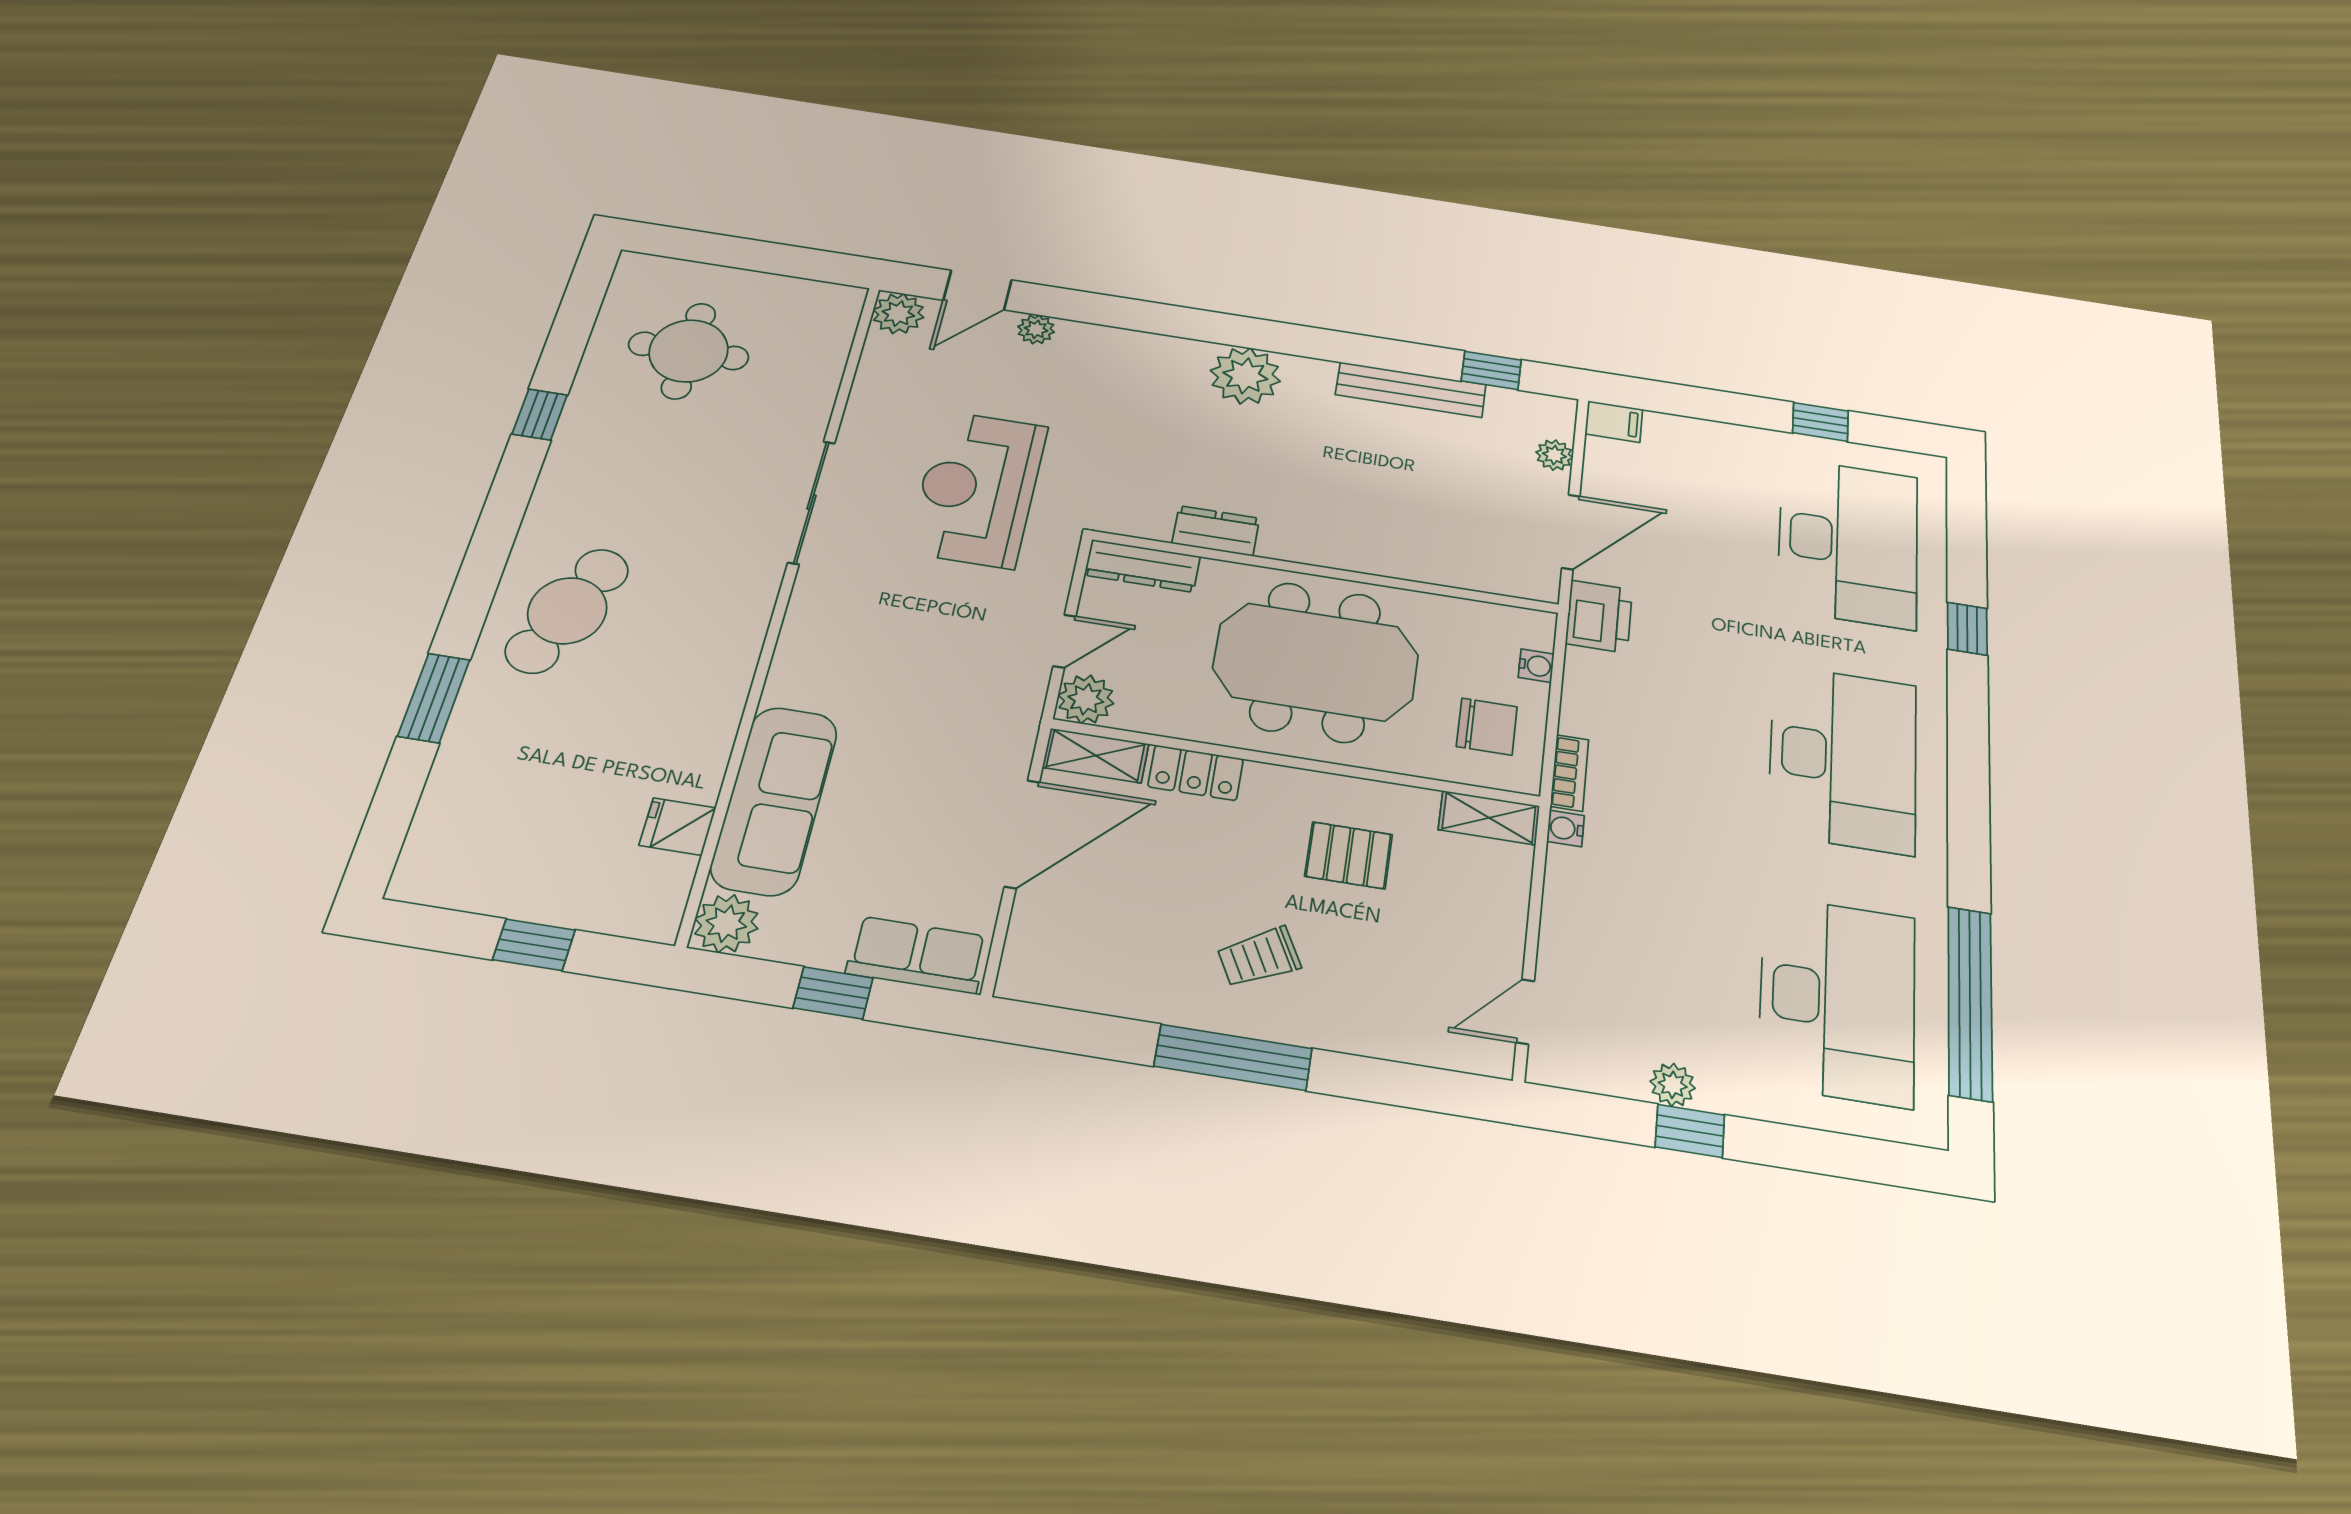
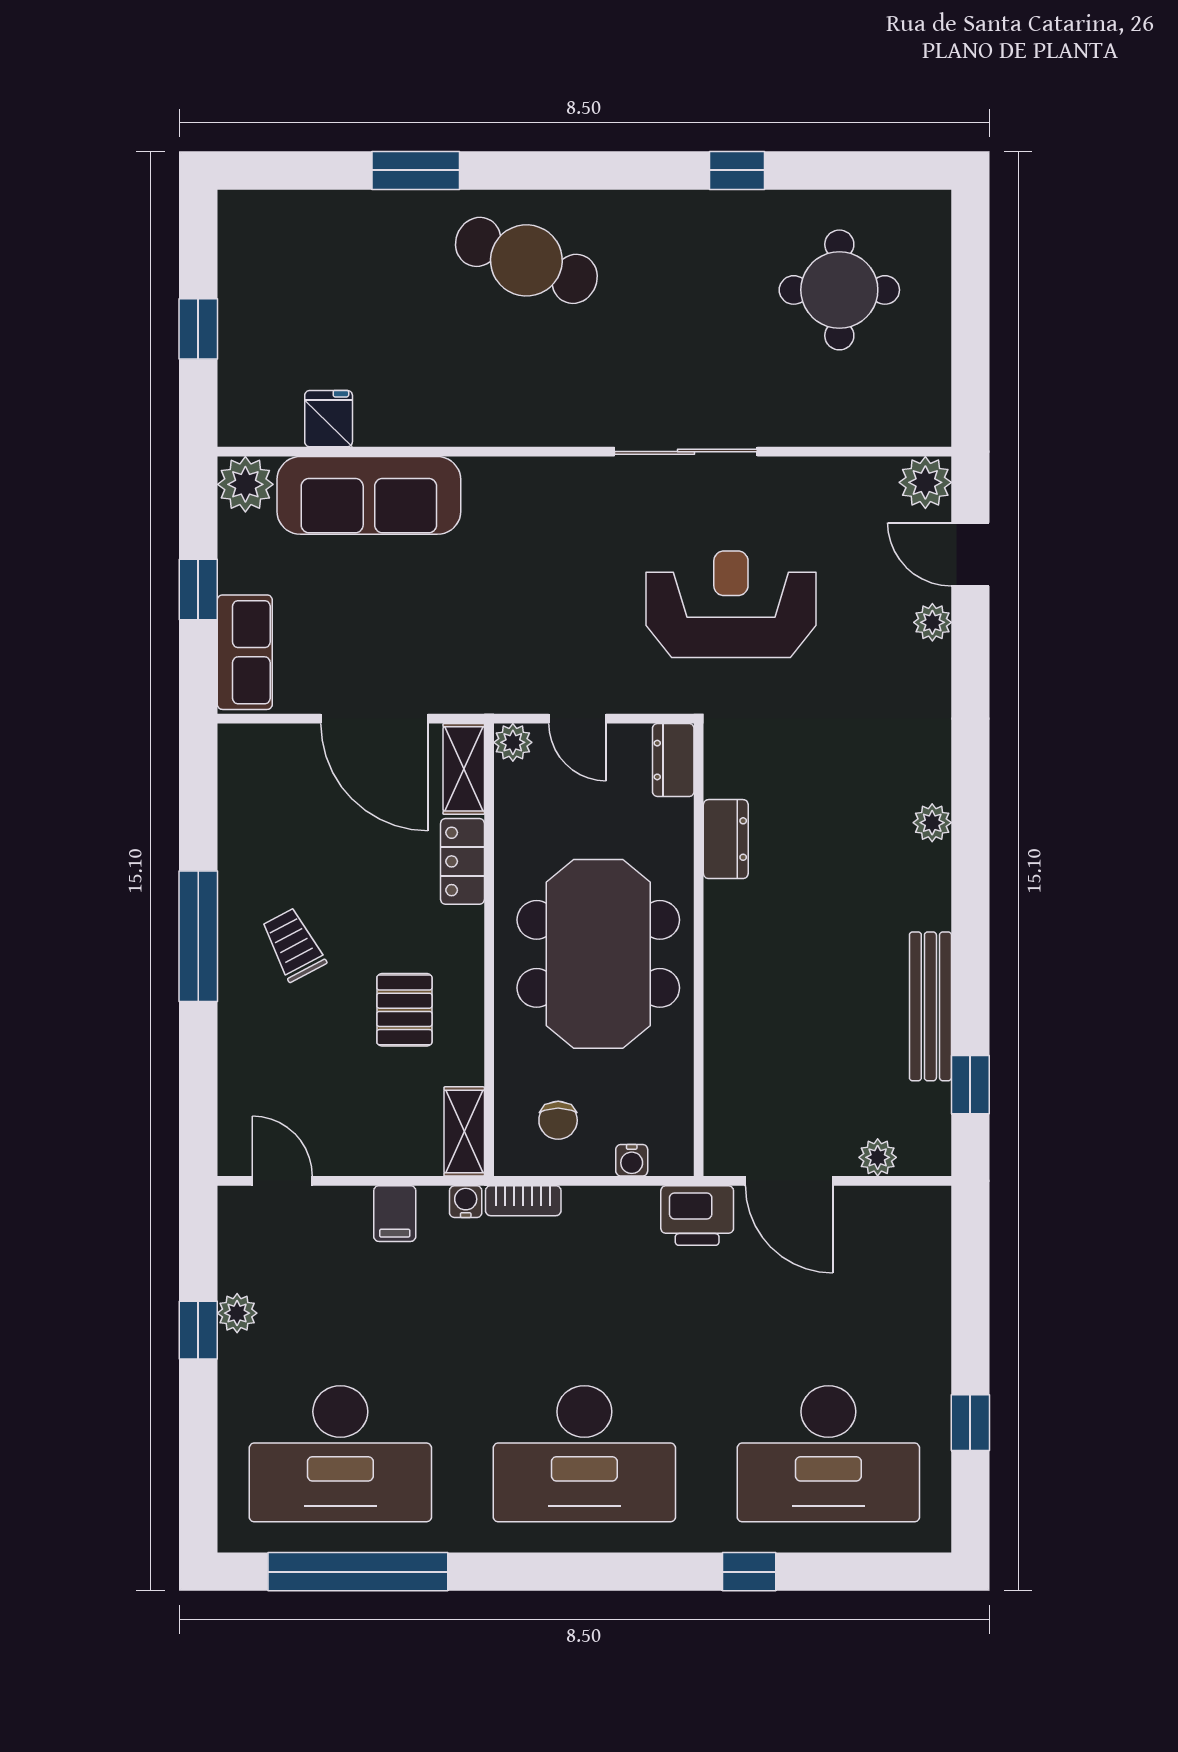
plant: (1245, 376) -> (932, 823), width x0.53, depth x0.53
filing cabinet: (1614, 422) -> (395, 1214), moved
dresser: (1142, 566) -> (673, 760), width x0.70
plant: (1086, 699) -> (513, 742), width x0.73, depth x0.73
chair: (1487, 727) -> (558, 1120), width x0.73, depth x0.73

